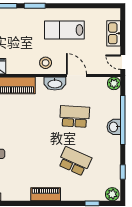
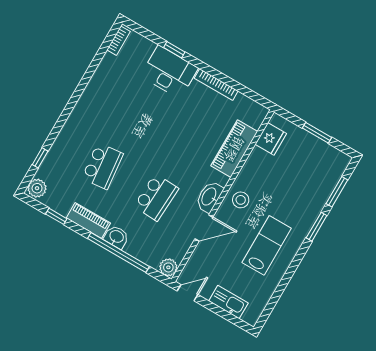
school desk: (75, 161) -> (102, 166), turned -30
piano: (46, 194) -> (88, 221), moved, turned -90

